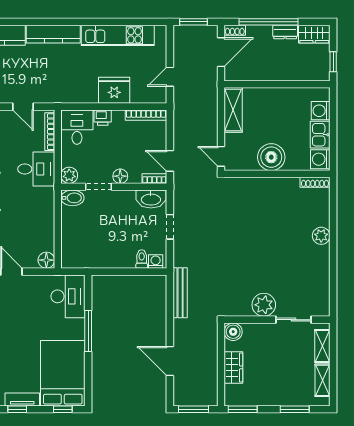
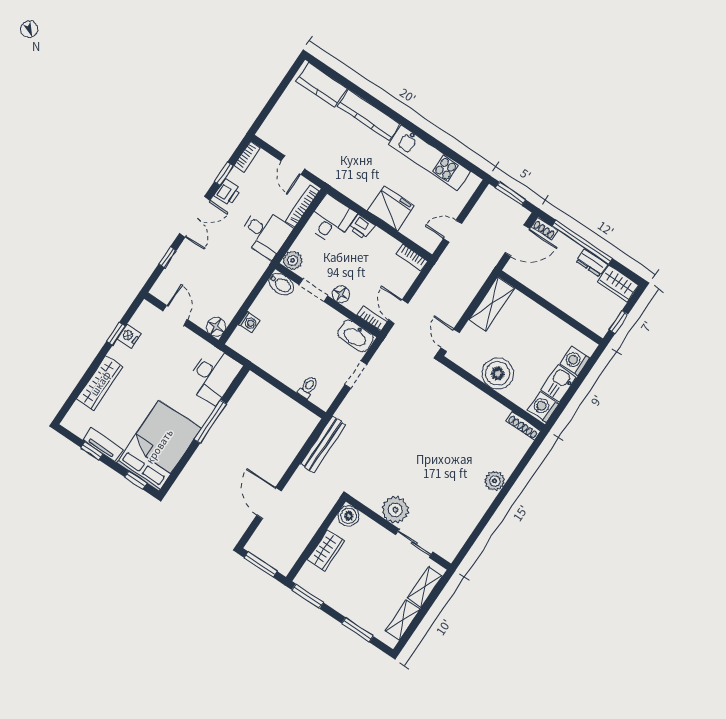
bookcase: (146, 115) -> (412, 257), width x0.64
washing machine: (156, 261) -> (249, 322), moved, turned 90

